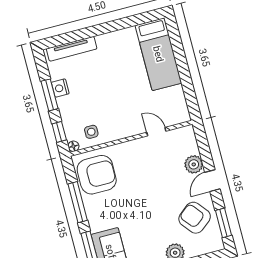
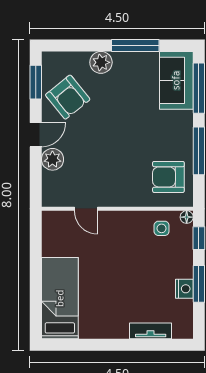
tv unit: (72, 49) -> (151, 331), width x0.71
armchair: (97, 175) -> (168, 177), width x0.73, depth x0.73

